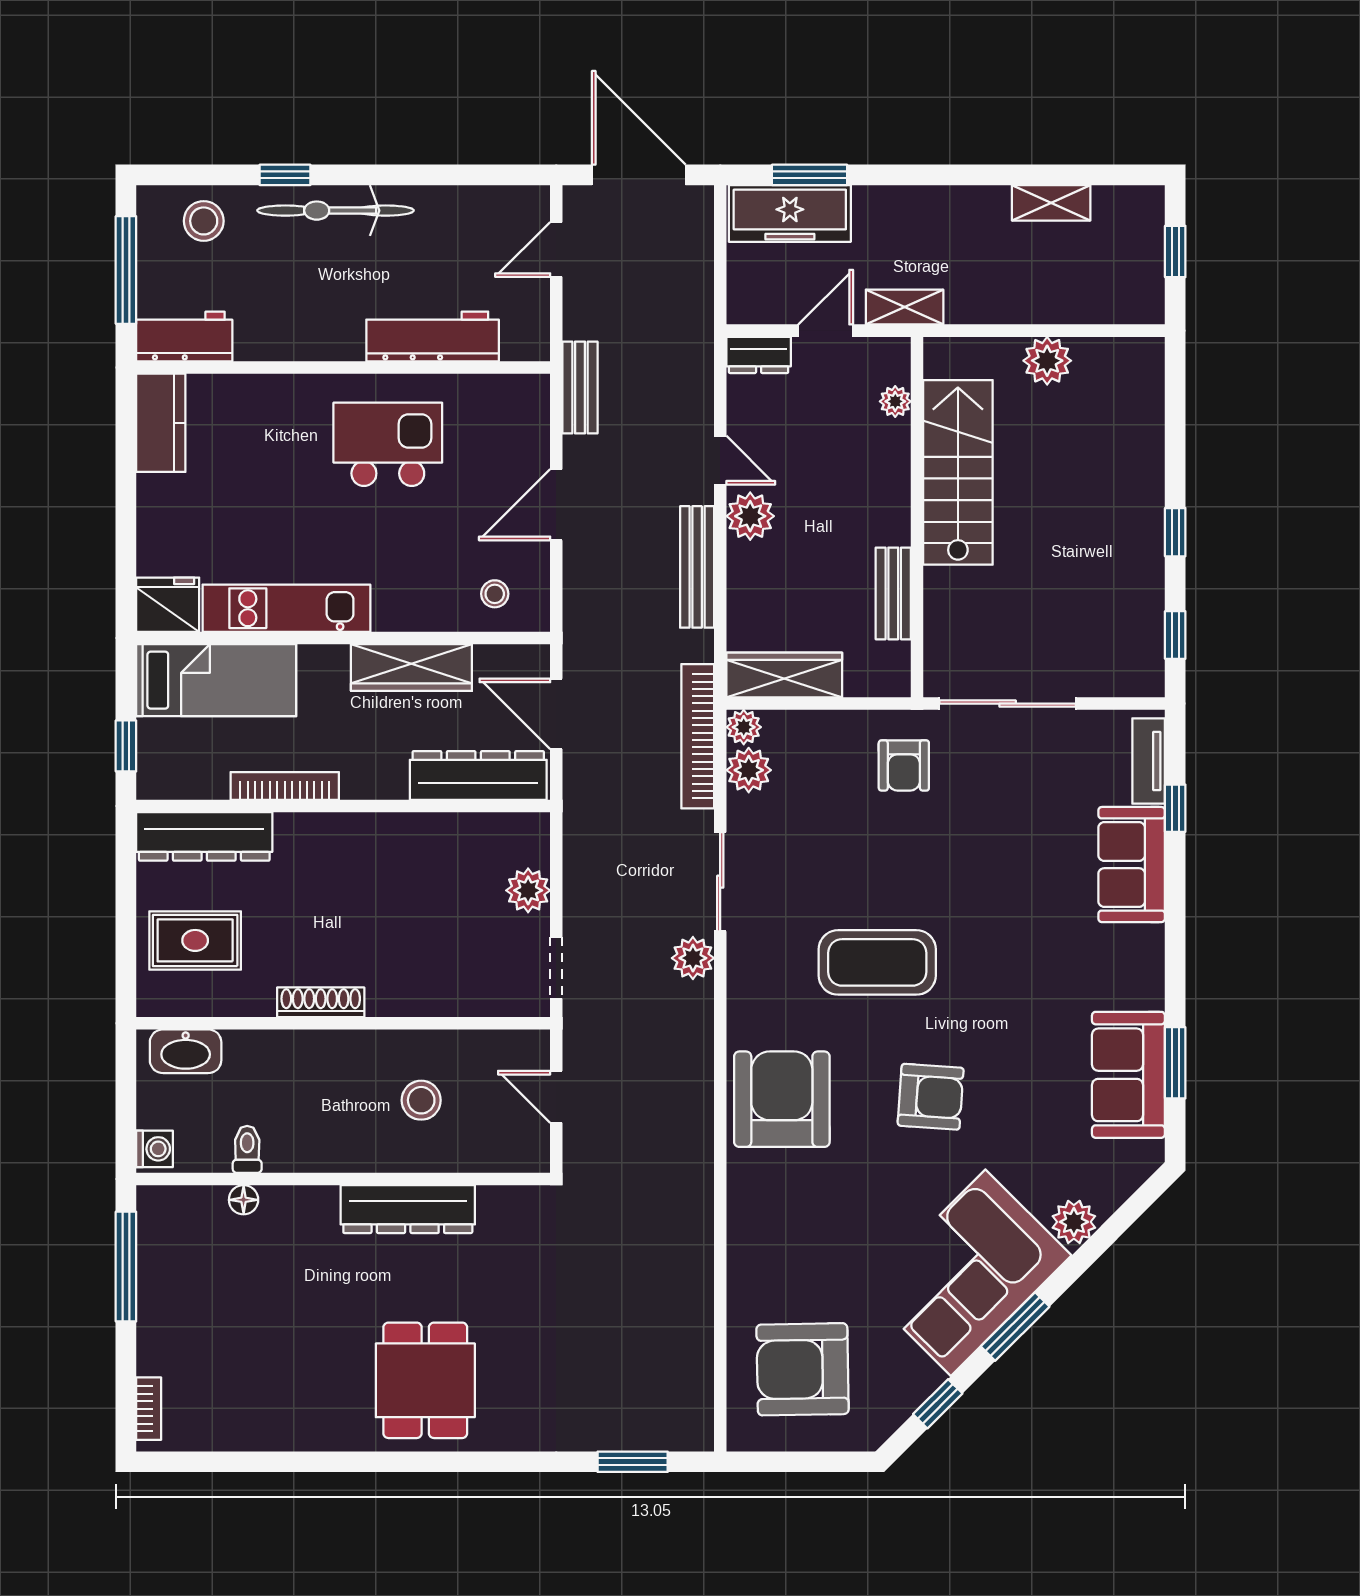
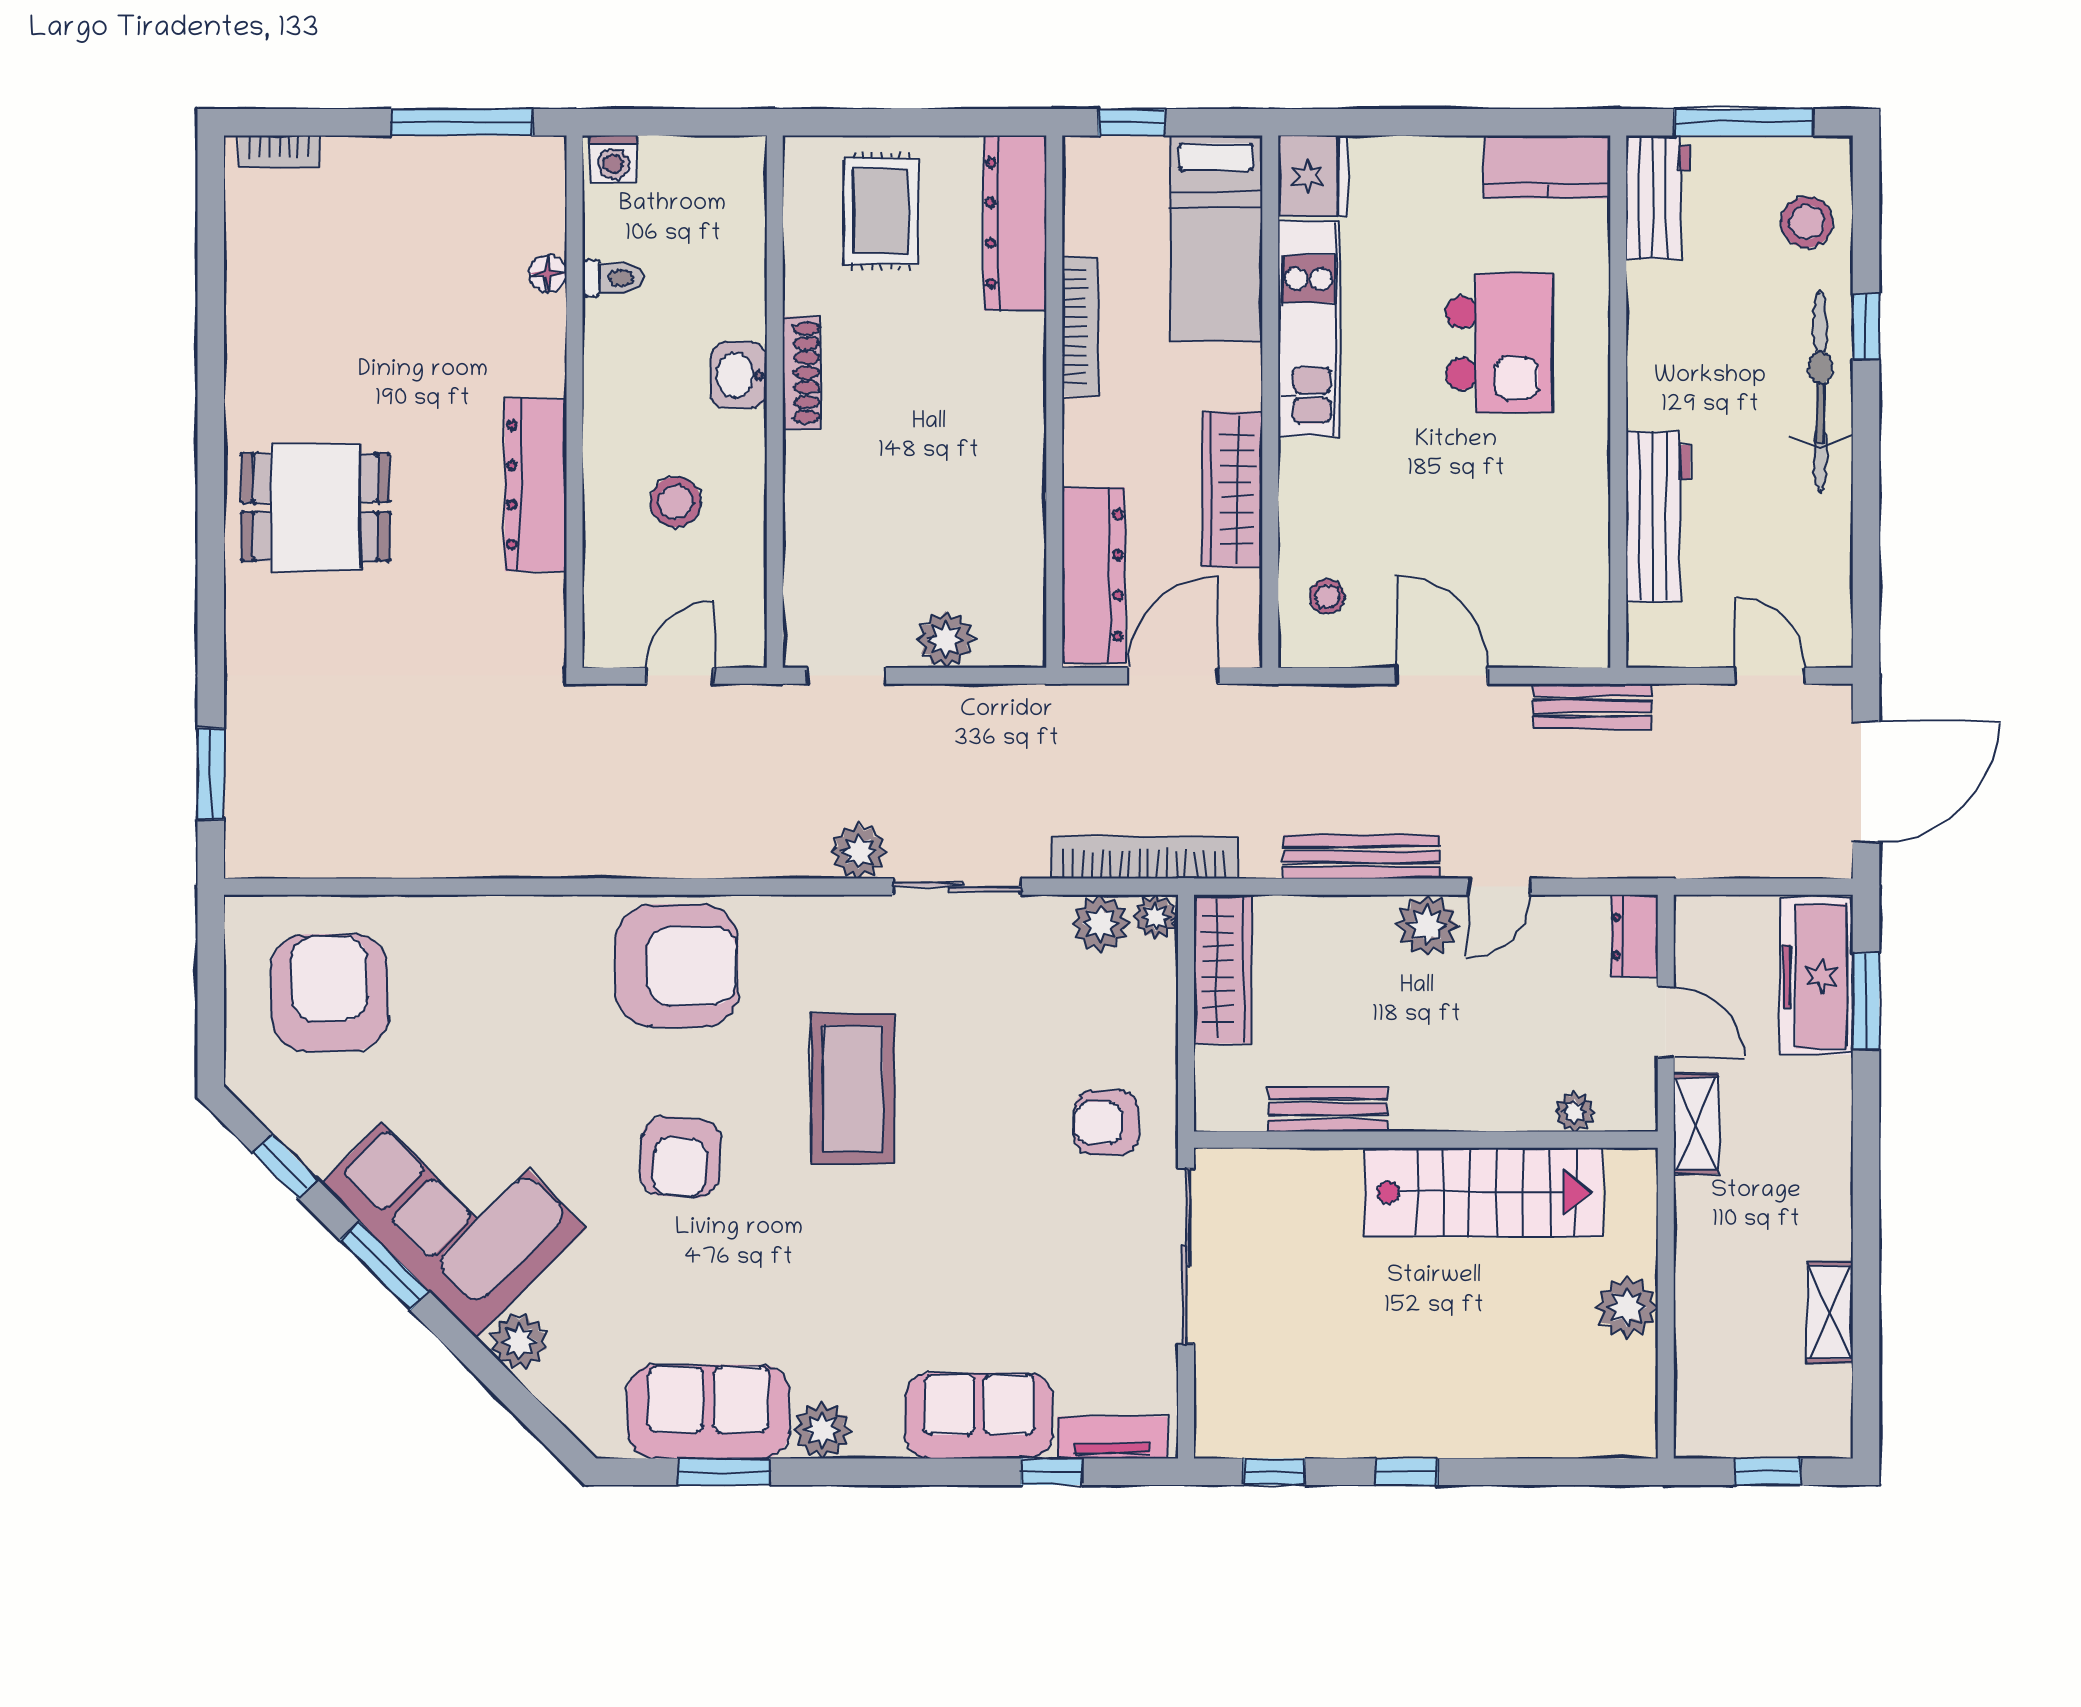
kitchen island: (388, 444) -> (1499, 343), moved
plant: (1143, 986) -> (822, 1430), added
washbasin: (186, 1051) -> (739, 375), moved, width x0.72

